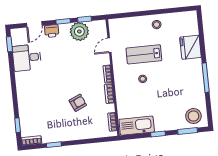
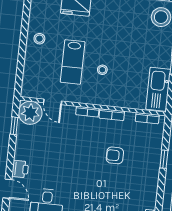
window: (63, 21) -> (11, 152), removed
plant: (79, 31) -> (30, 113), moved
armchair: (78, 103) -> (115, 155), turned -66
window: (54, 145) -> (164, 159), moved

